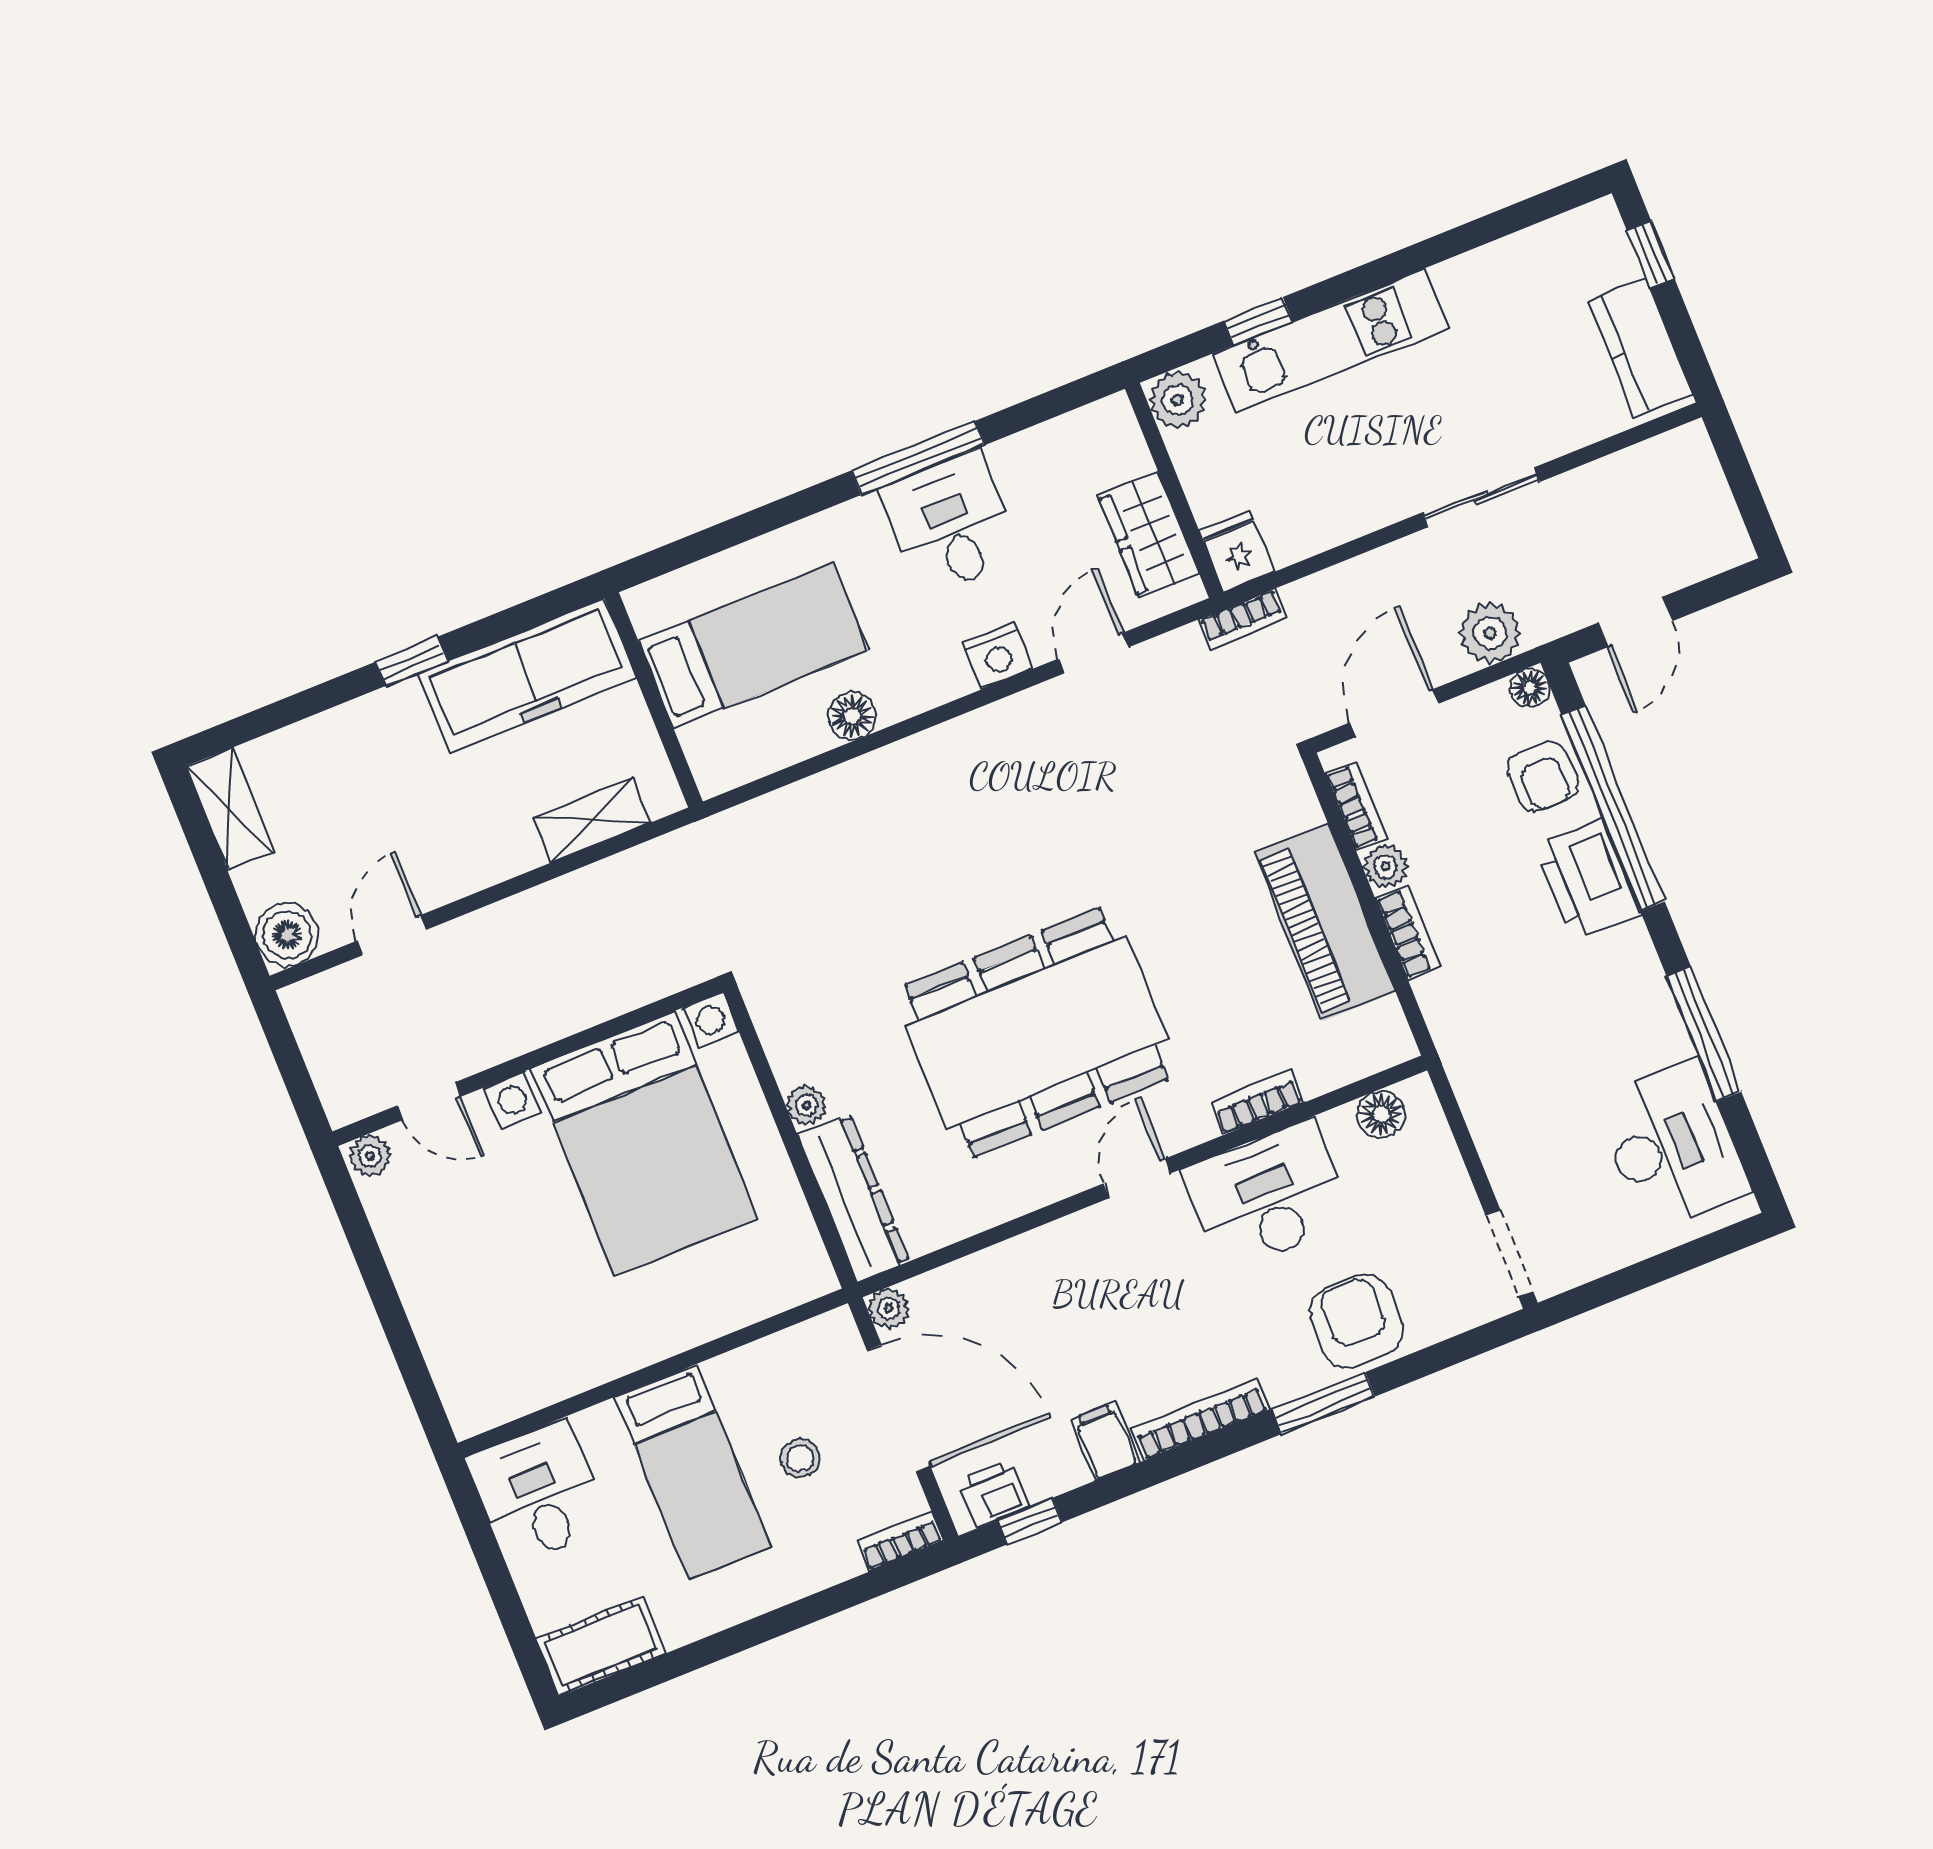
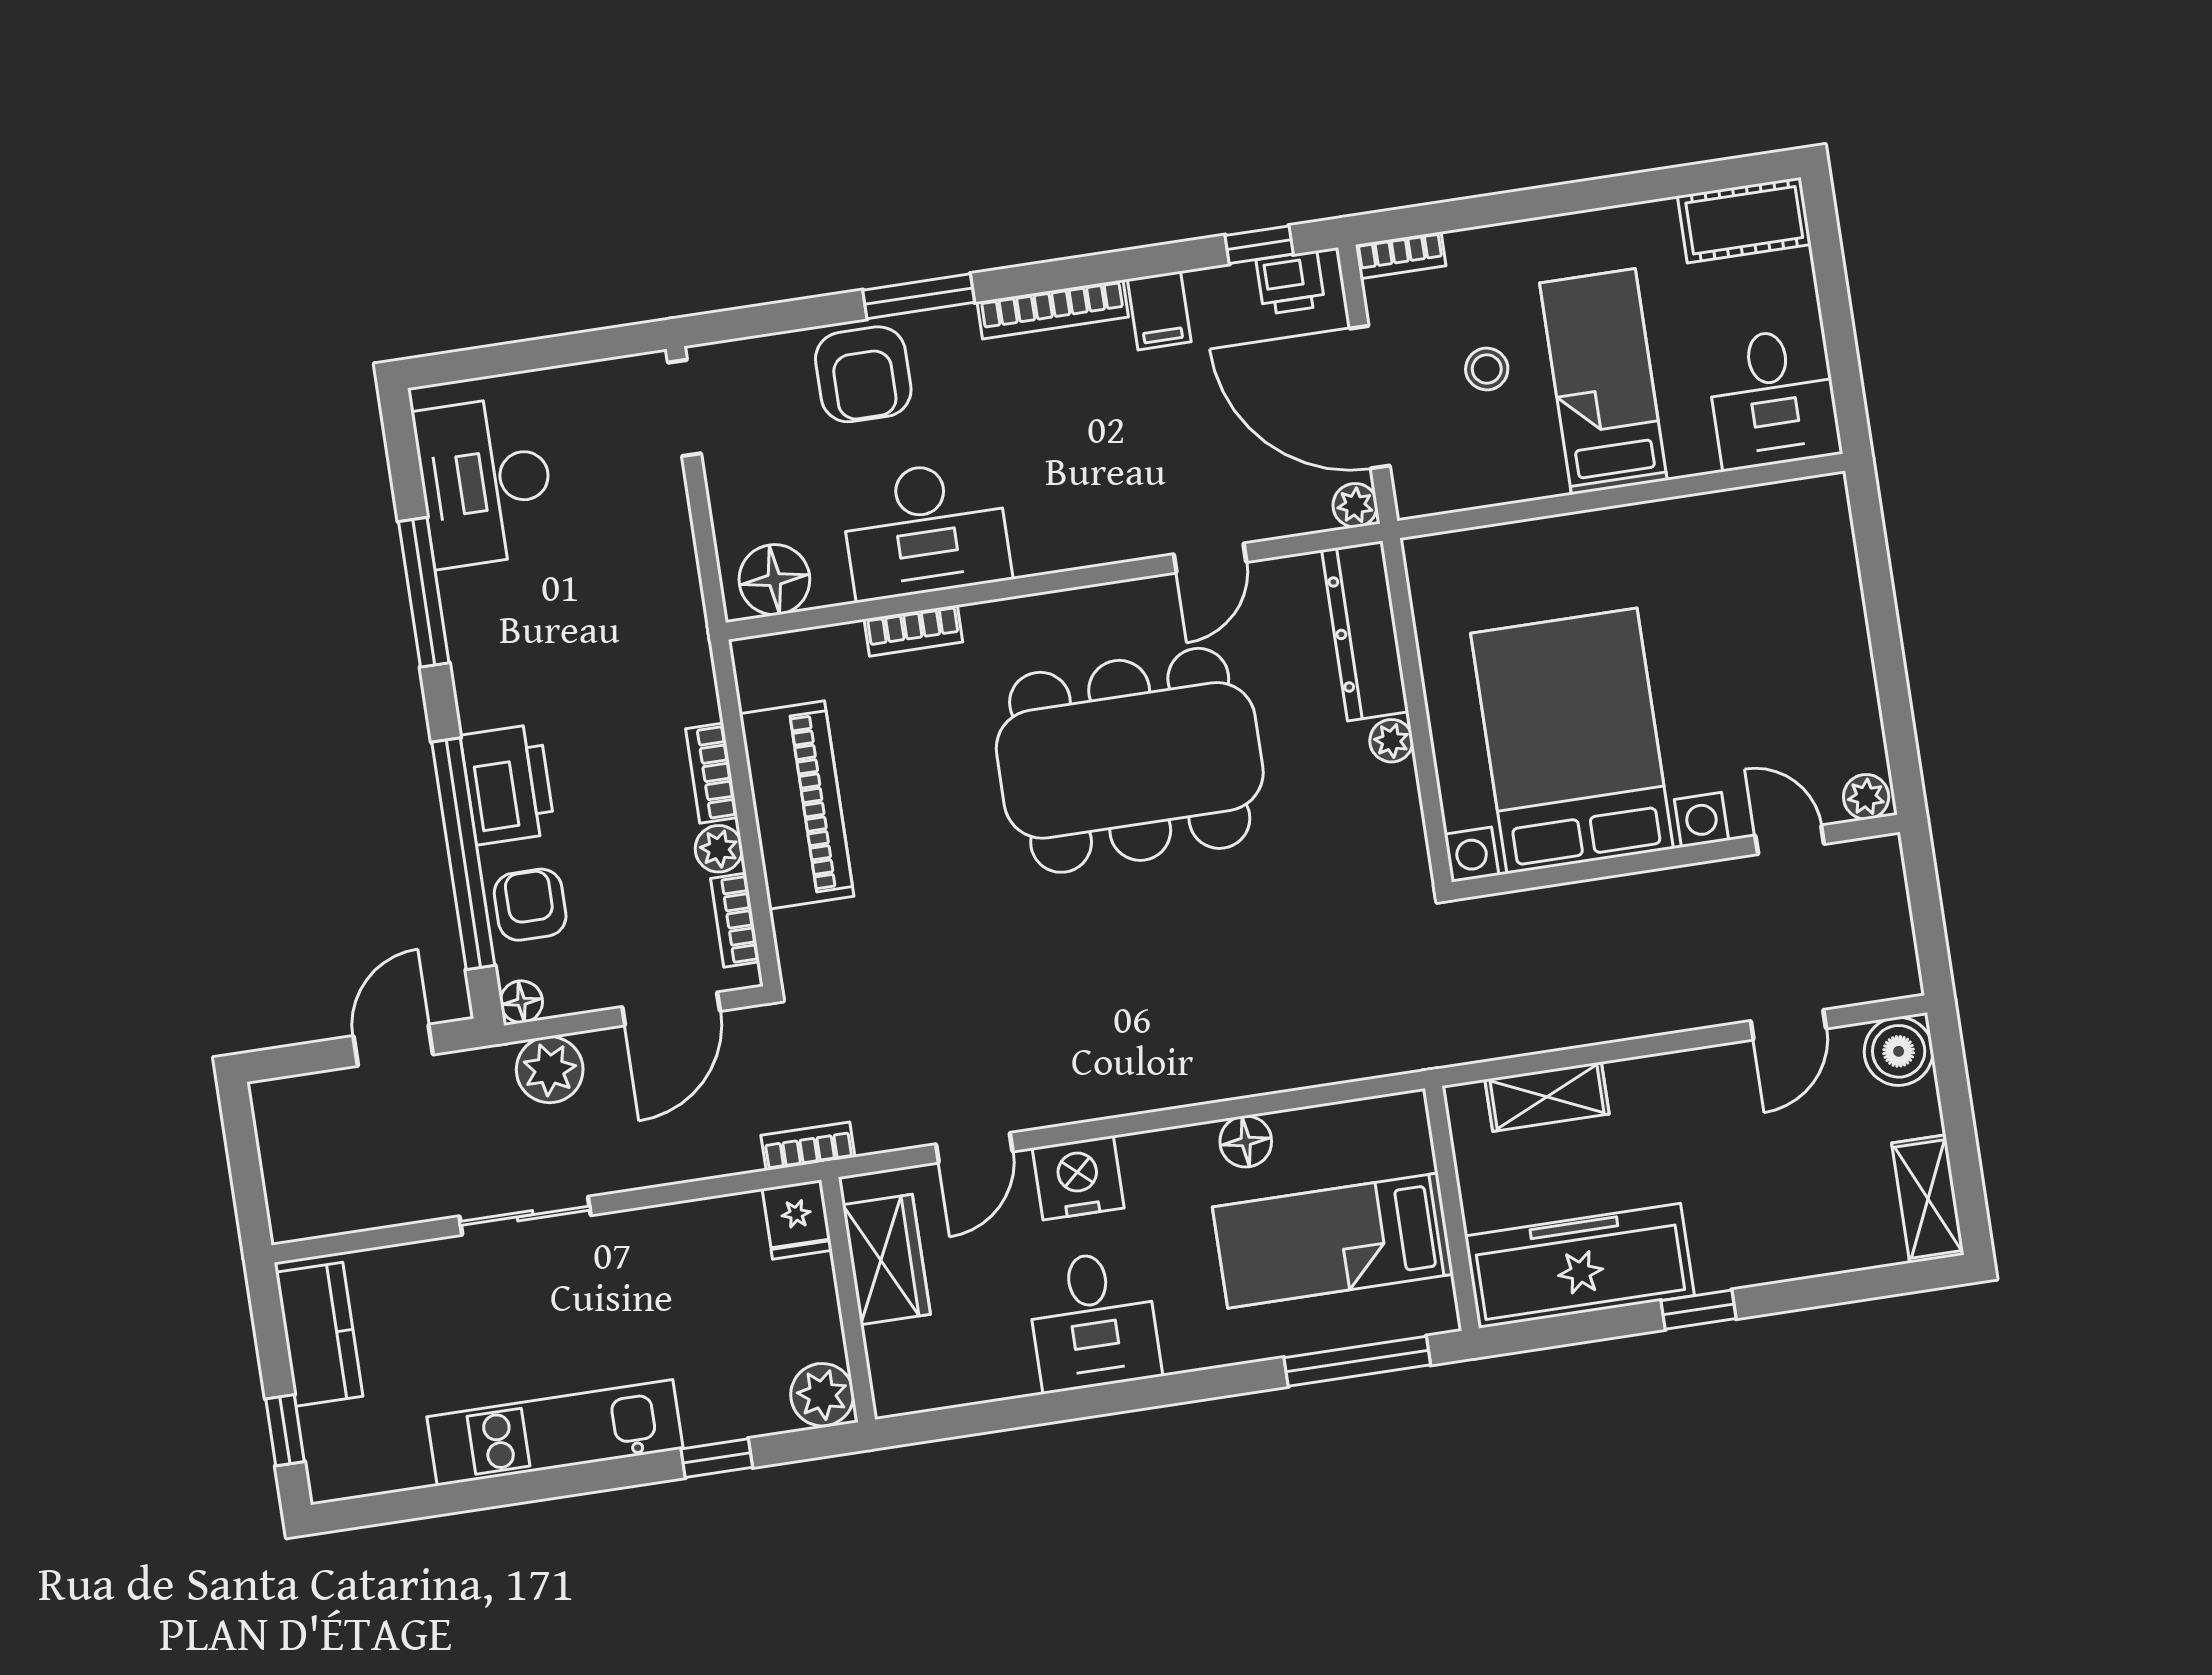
kitchen unit: (1330, 341) -> (555, 1433), moved
window: (918, 458) -> (1357, 1361), moved
nightstand: (997, 656) -> (1078, 1178), width x1.36, depth x1.33
floor lamp: (1381, 1114) -> (774, 580), width x1.38, depth x1.38
door: (1137, 1178) -> (1210, 558), moved

